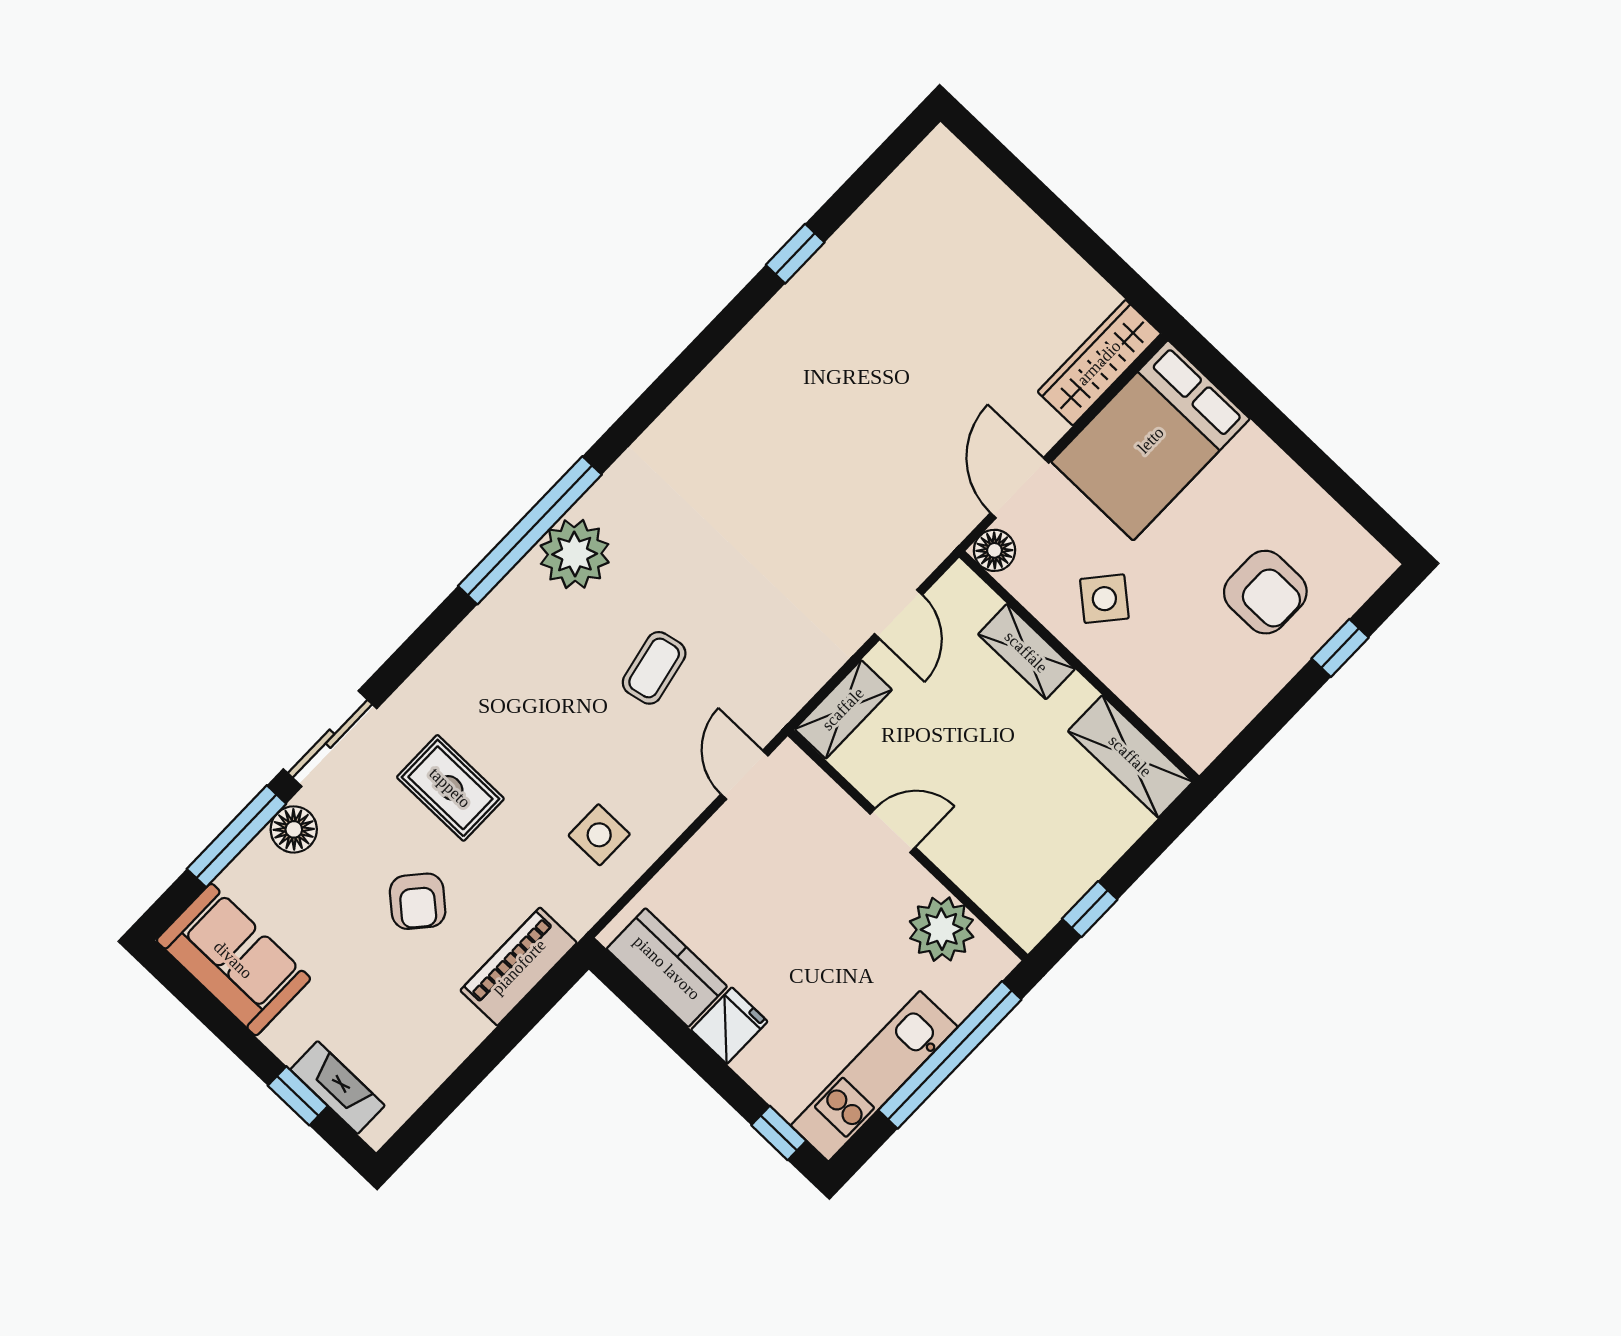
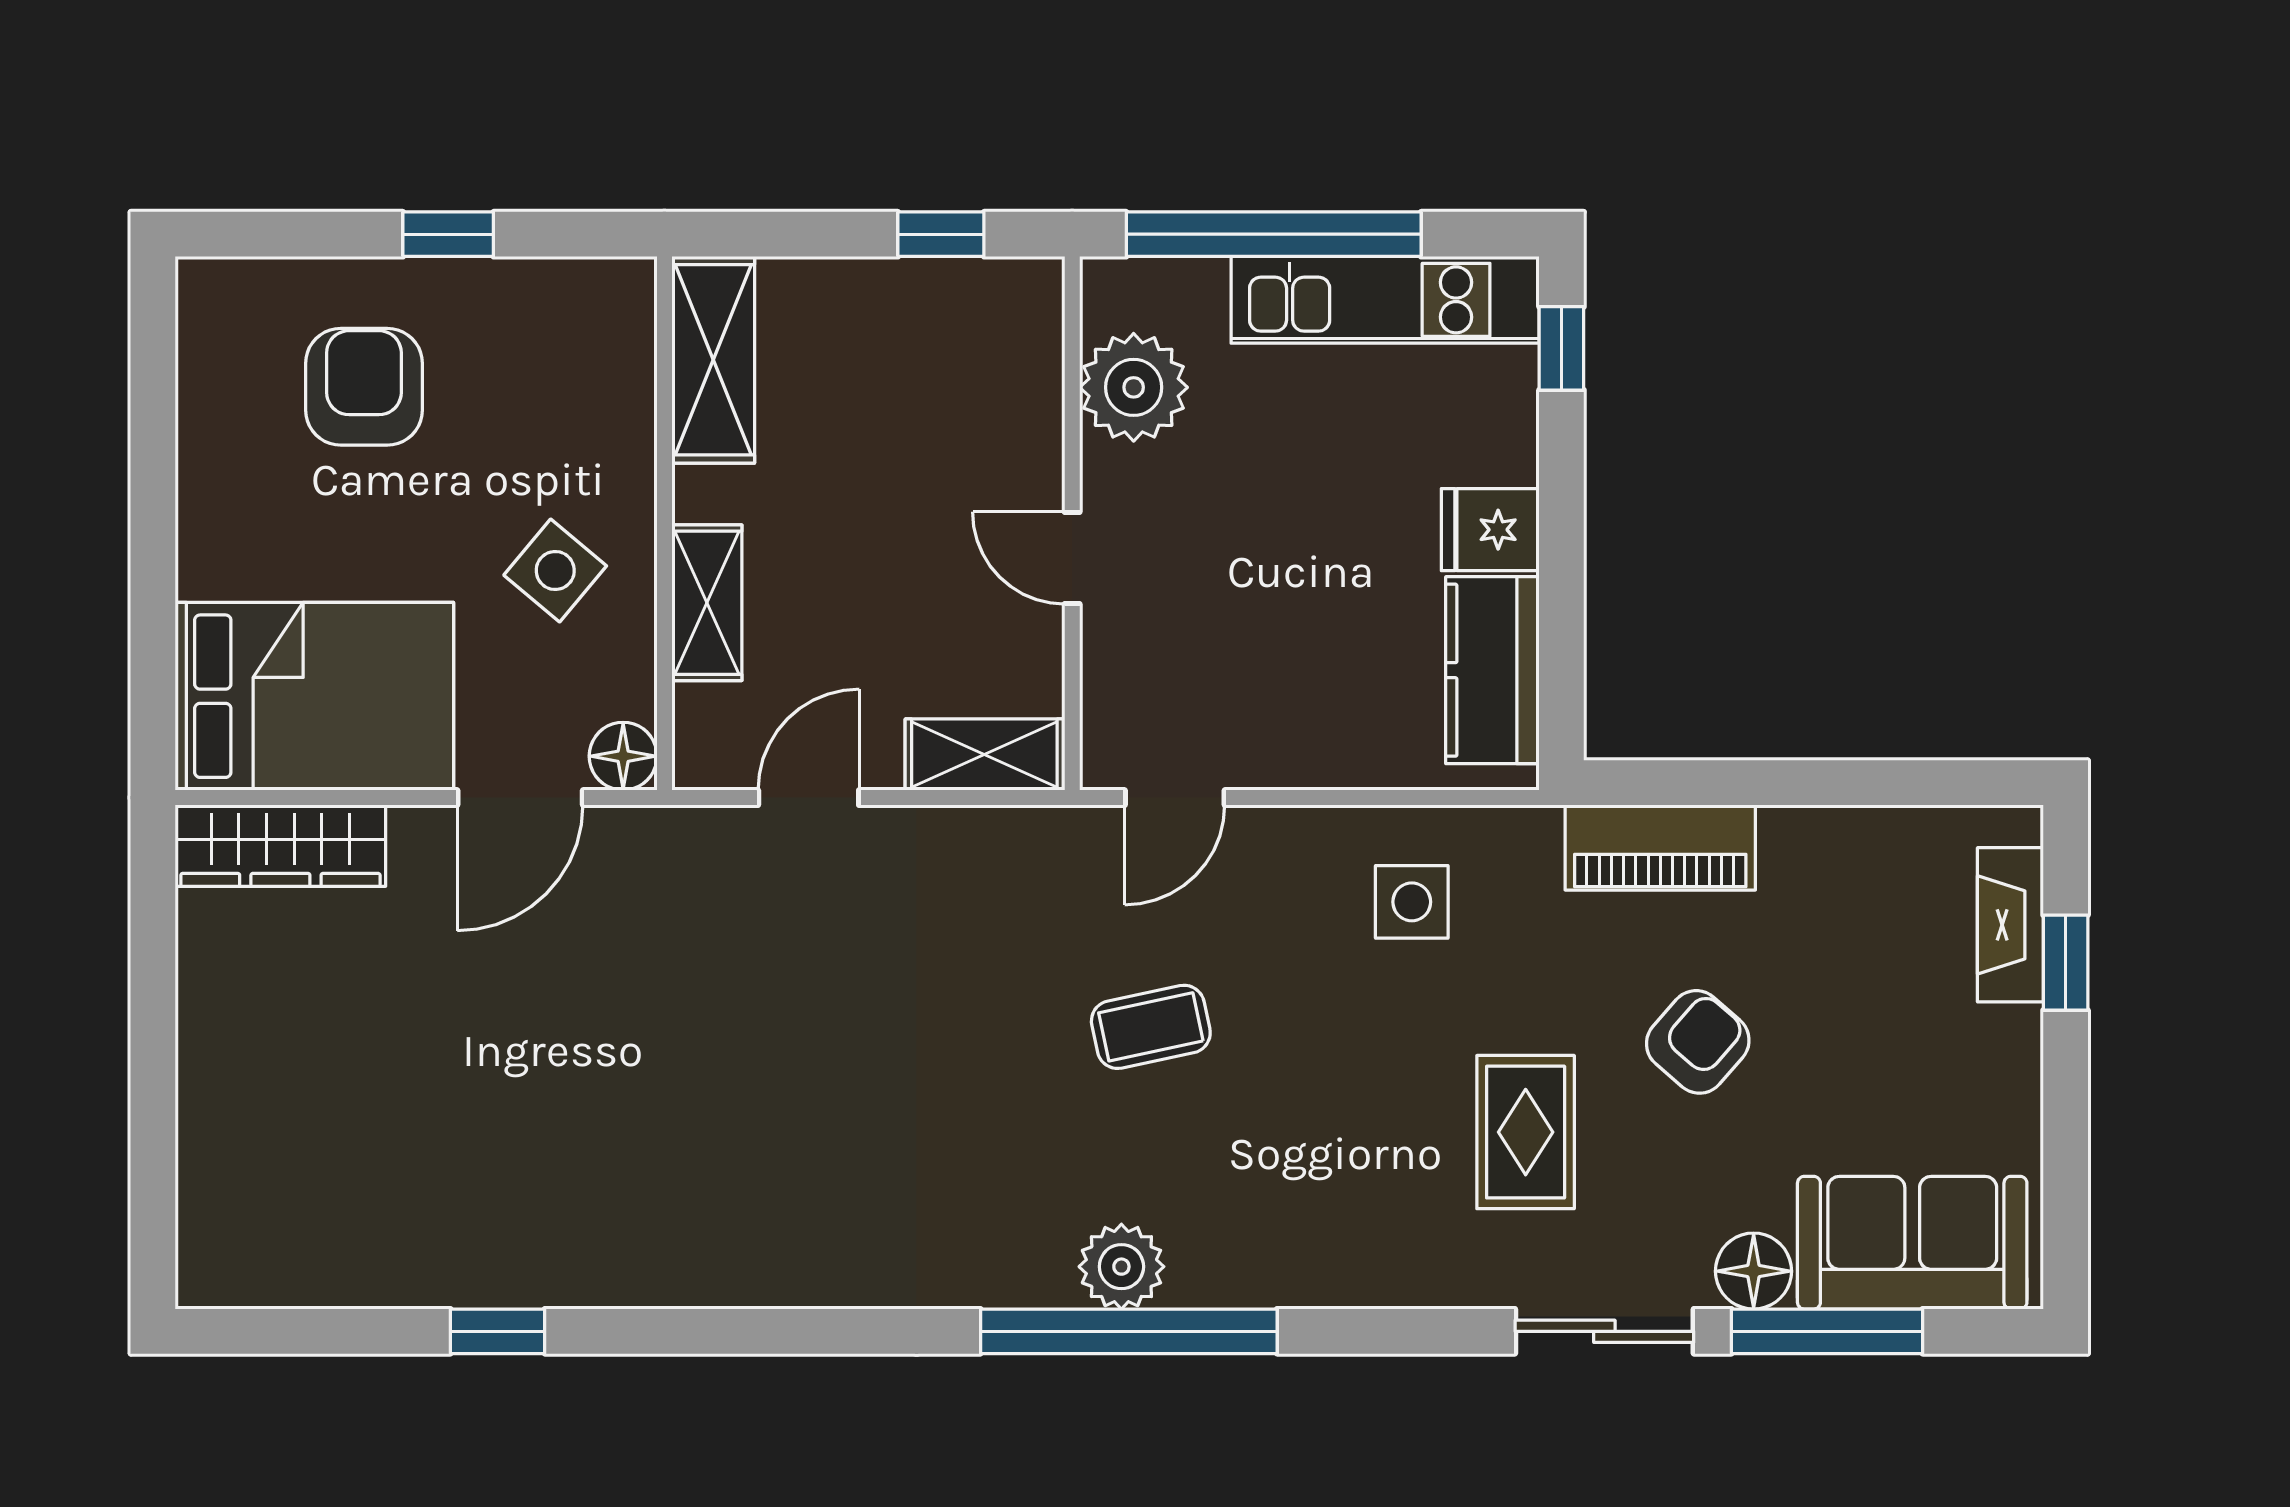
plant: (575, 554) -> (1121, 1267), width x0.73, depth x0.73
window: (1340, 648) -> (448, 234), moved
sofa: (233, 960) -> (1912, 1243), moved, turned 90

